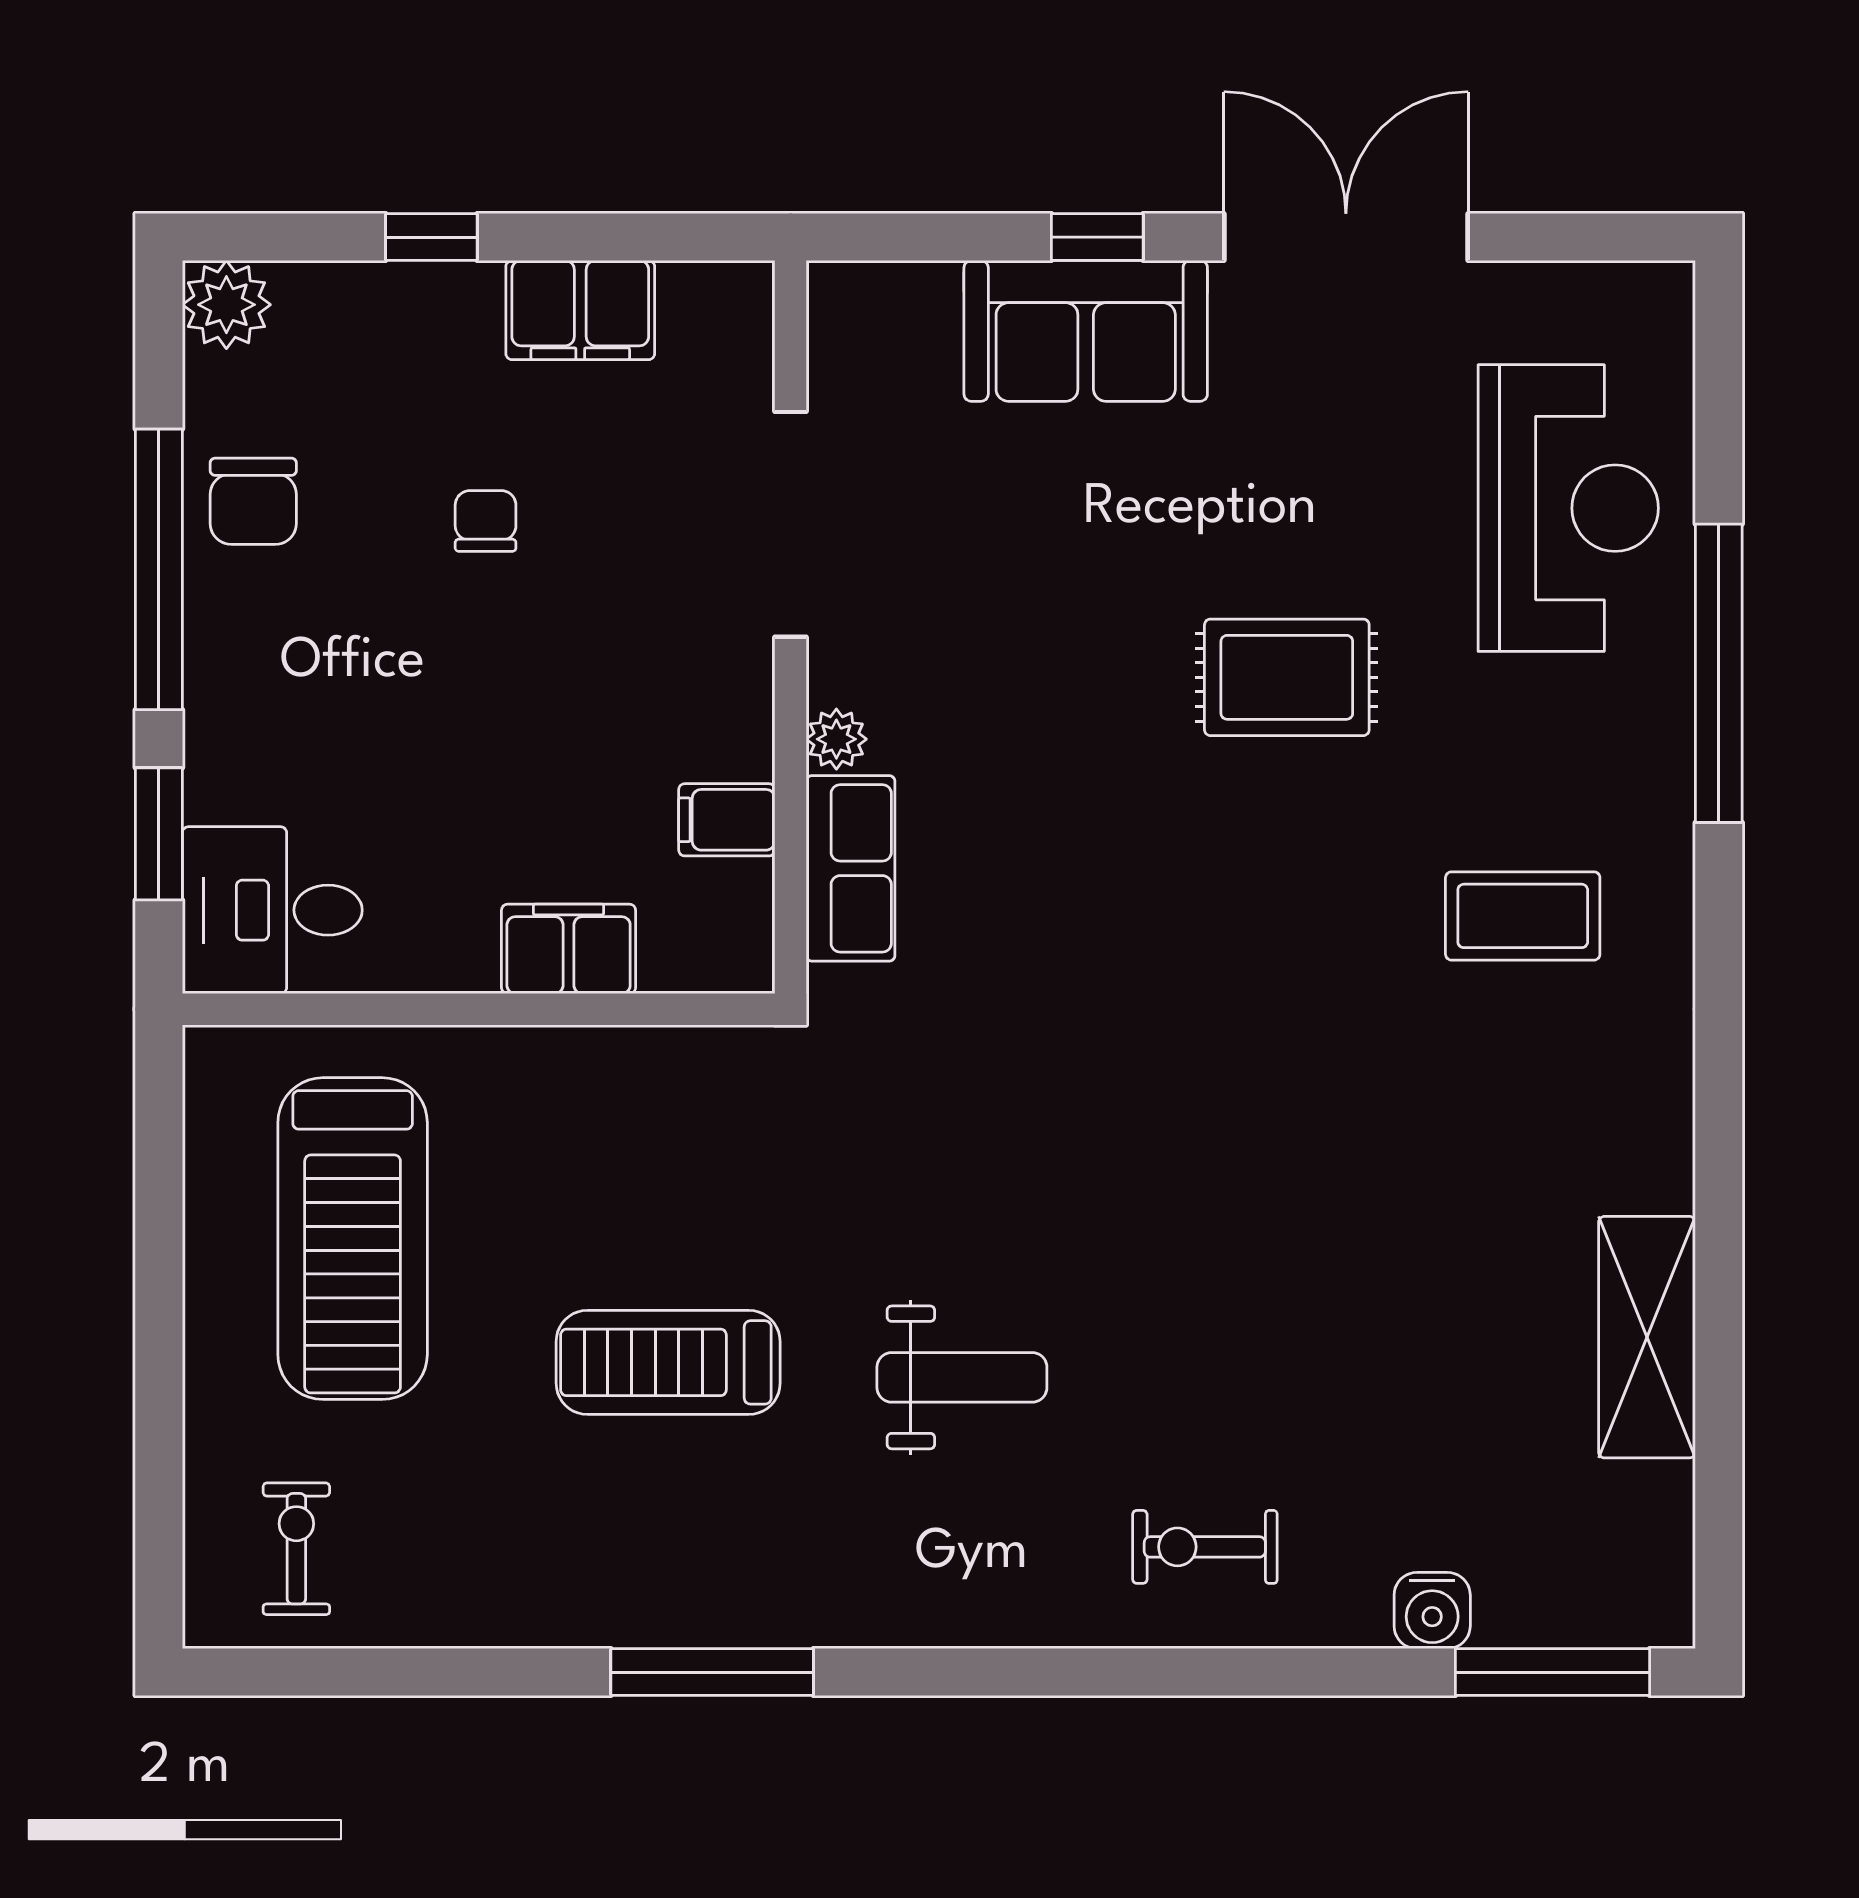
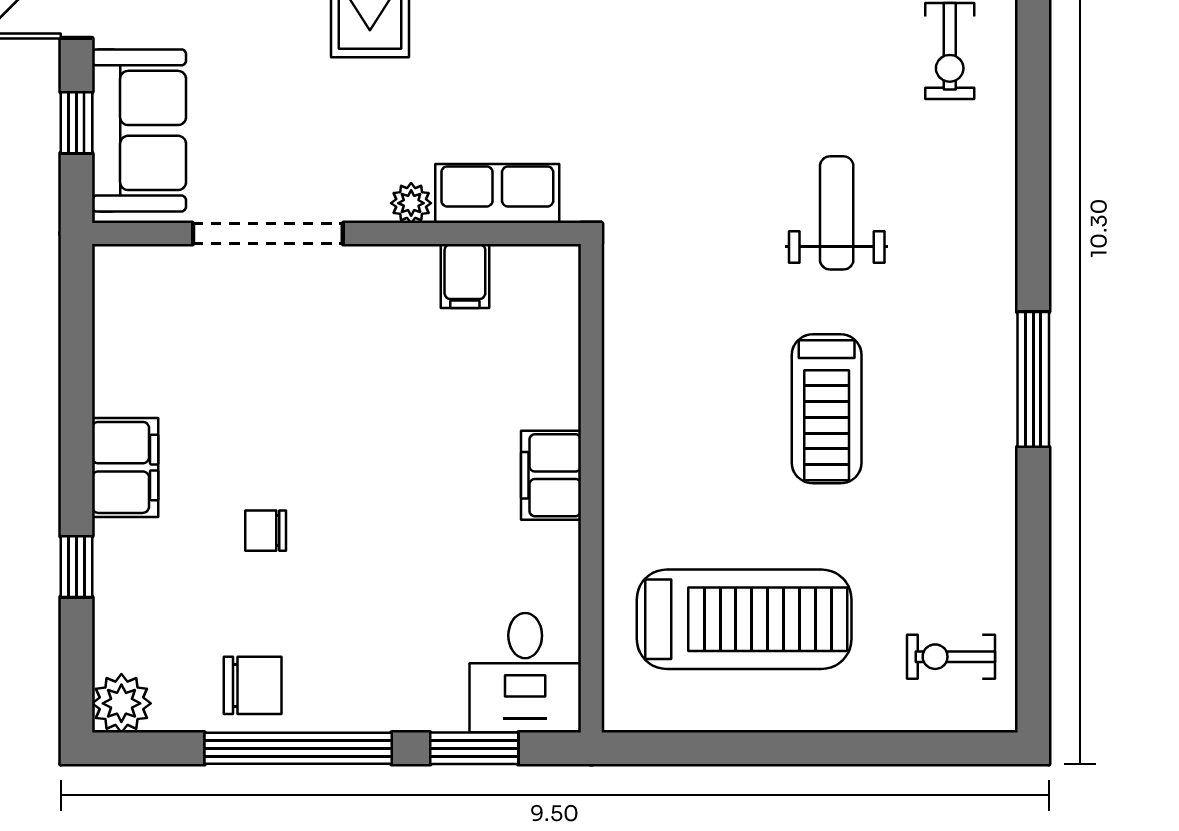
doorway: (791, 524) -> (268, 234), moved
wall: (791, 627) -> (336, 234), moved
plant: (836, 739) -> (411, 203), moved
filing cabinet: (727, 820) -> (465, 276), moved
row of seats: (851, 868) -> (497, 194), moved

